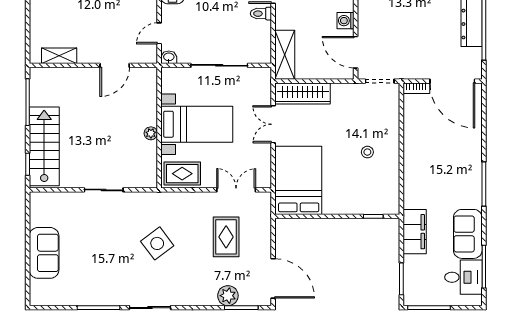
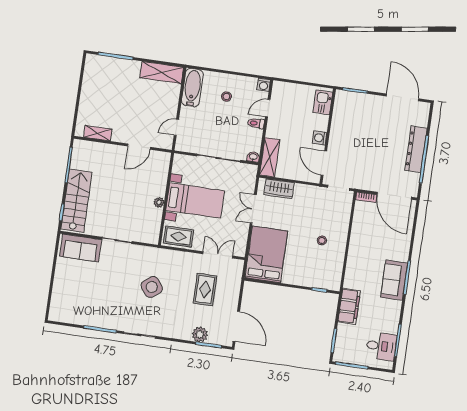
washbasin: (169, 57) -> (253, 157), moved
wardrobe: (303, 94) -> (279, 189), width x0.67
sofa: (468, 234) -> (394, 280), moved
sofa: (44, 253) -> (81, 248), moved, turned 90

